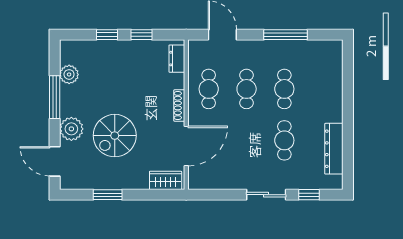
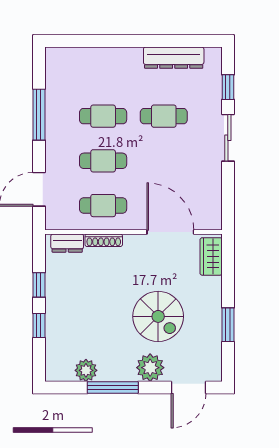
shoe rack: (179, 105) -> (104, 240), moved

